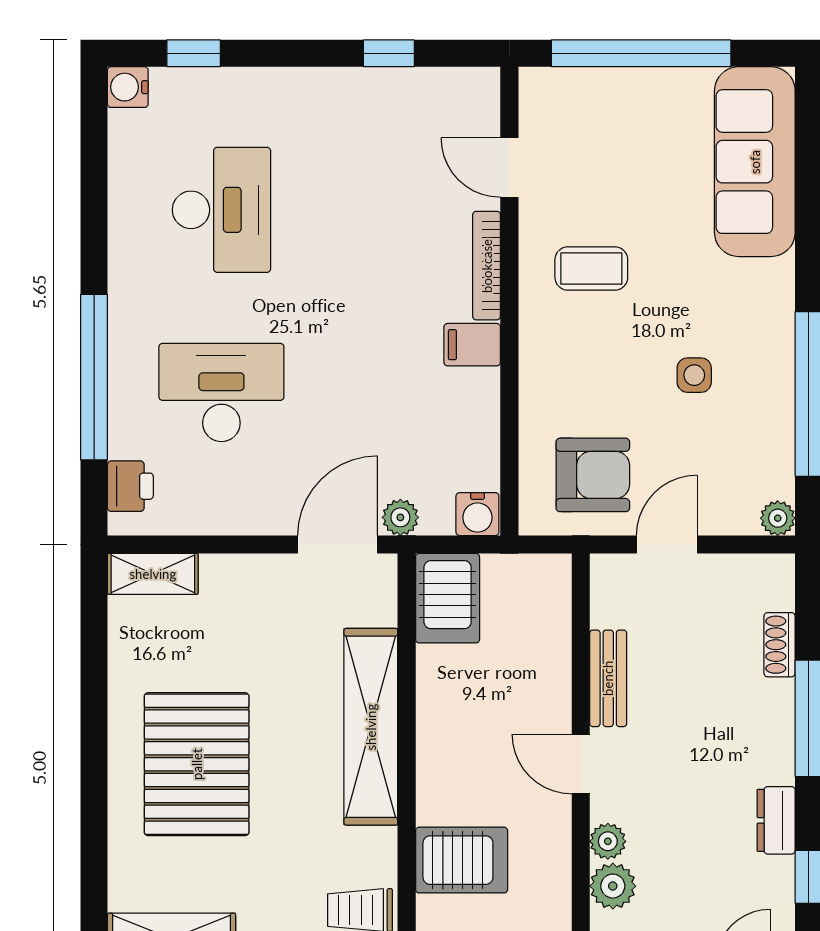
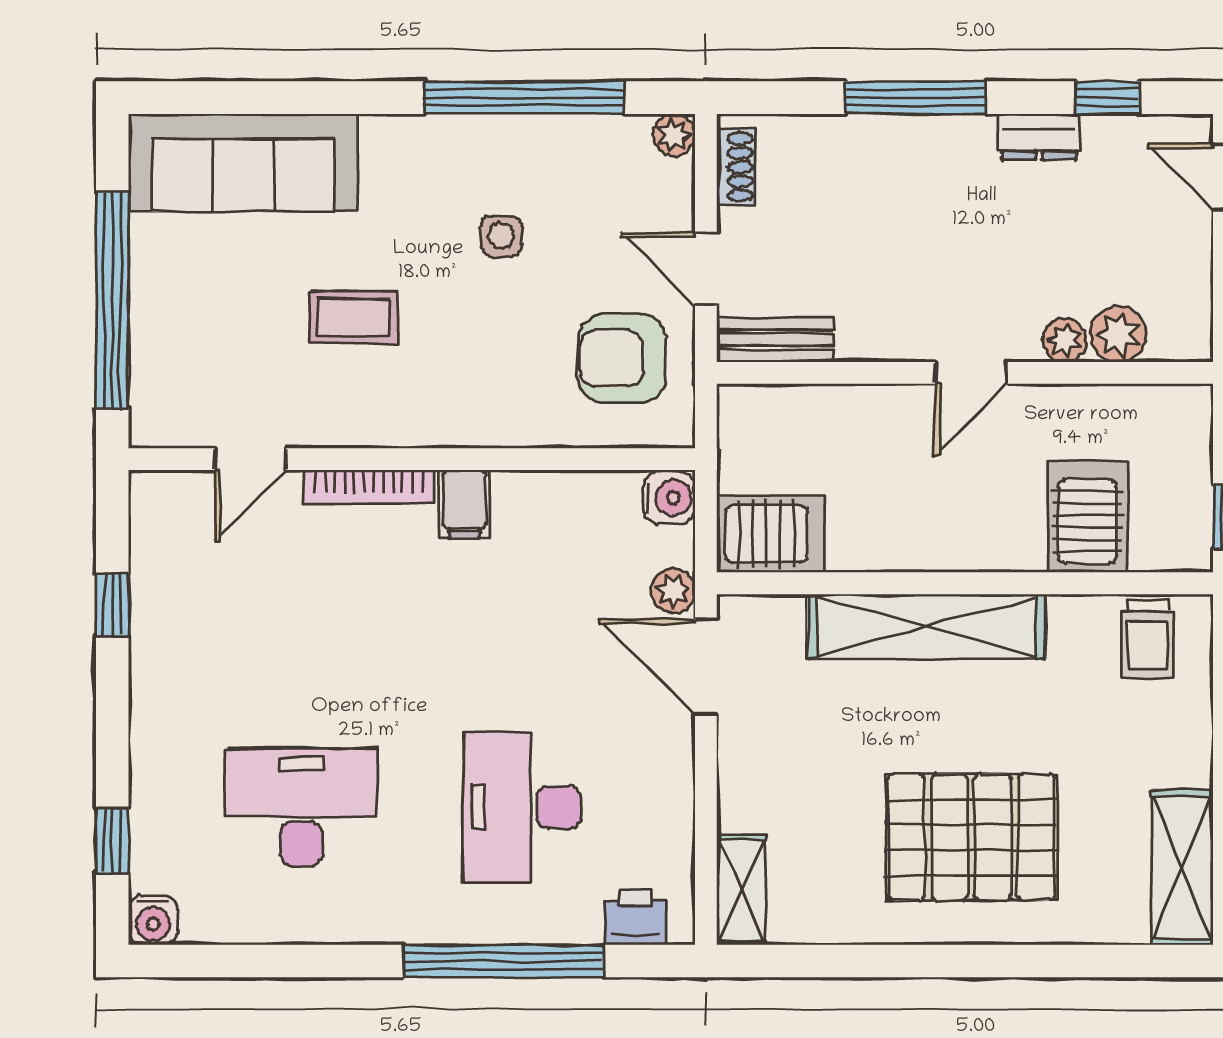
coffee table: (591, 269) -> (354, 317), moved, turned 90
armchair: (593, 475) -> (622, 358), turned -90
shoe rack: (780, 645) -> (736, 167), moved, turned -90
bench: (608, 678) -> (775, 340), moved

